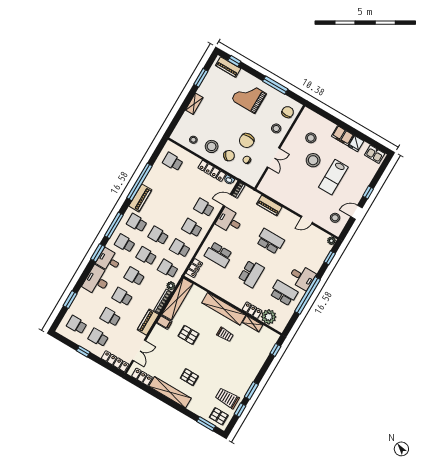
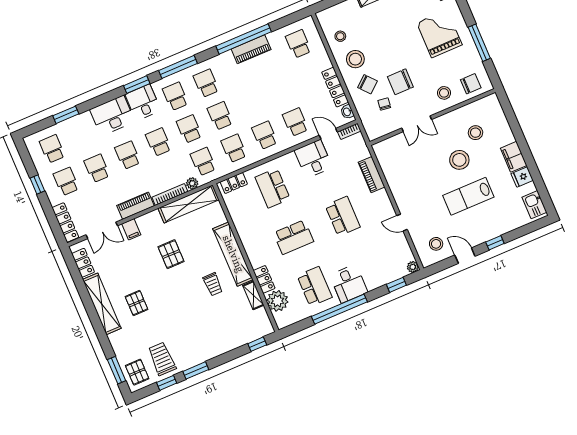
piano: (140, 198) -> (251, 49), moved
filing cabinet: (164, 322) -> (131, 229), moved

